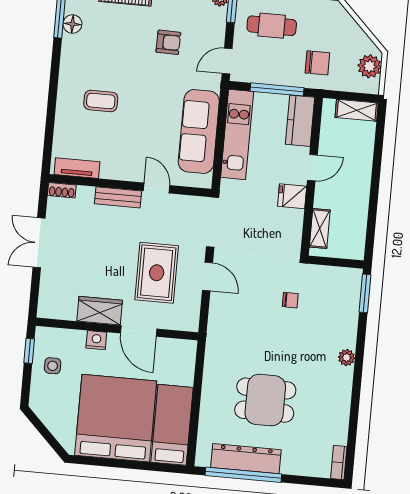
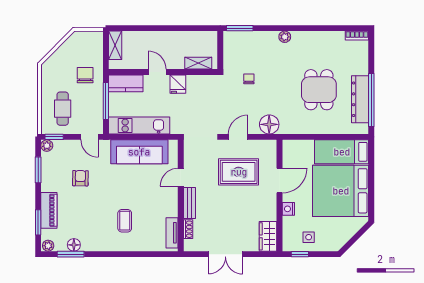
plant: (370, 66) -> (84, 39), removed
shoe rack: (62, 190) -> (188, 229), moved
wardrobe: (100, 311) -> (268, 236), moved
floor lamp: (221, 323) -> (269, 124), added

